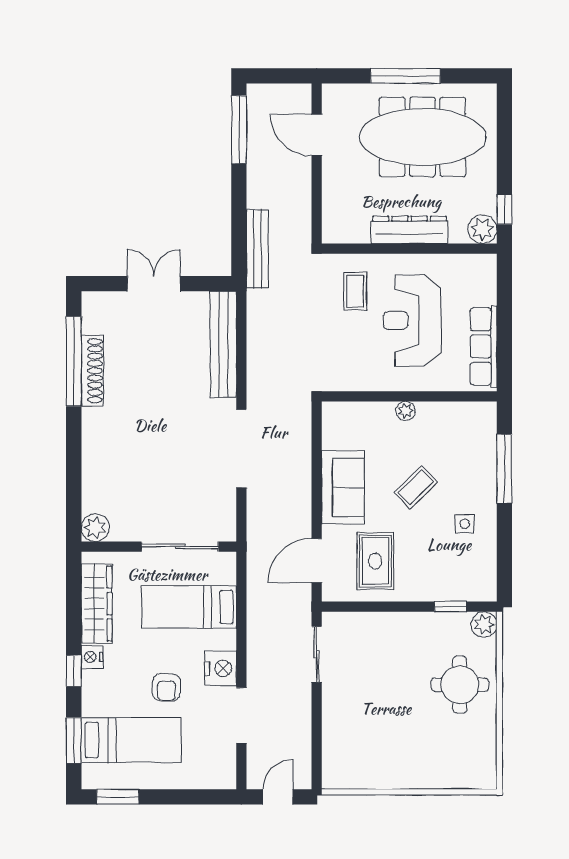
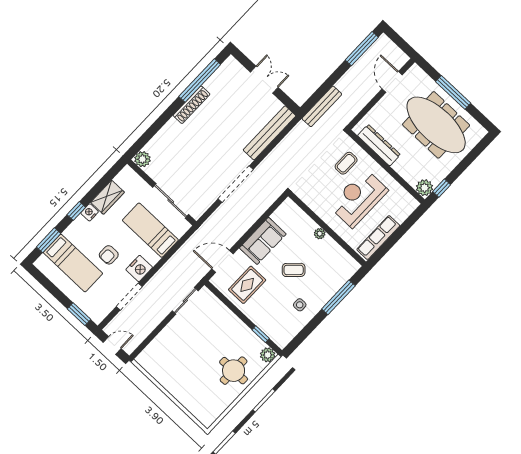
dresser: (410, 230) -> (379, 145), moved
shoe rack: (92, 371) -> (191, 105), moved
wardrobe: (97, 603) -> (108, 197), width x0.67
window: (118, 797) -> (79, 314), moved

